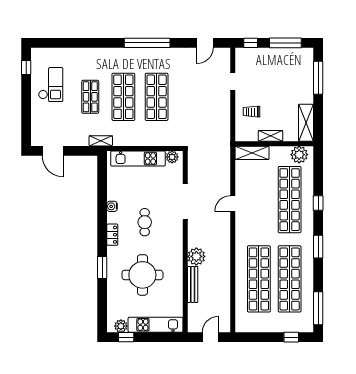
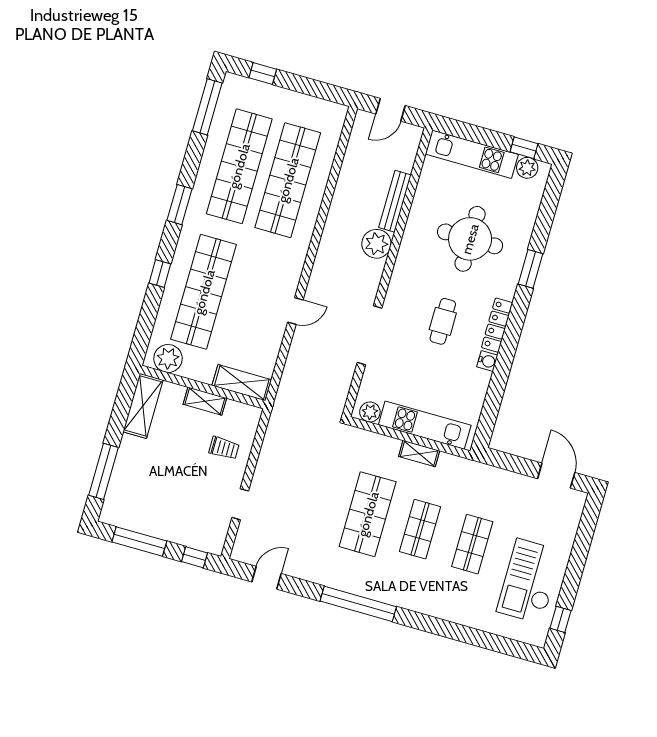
checkout: (51, 85) -> (529, 581), width x1.36, depth x1.21
shop shelf: (123, 97) -> (420, 529), width x0.70, depth x0.74
shelving: (101, 141) -> (419, 454), moved
locker: (112, 235) -> (497, 325), width x1.53

